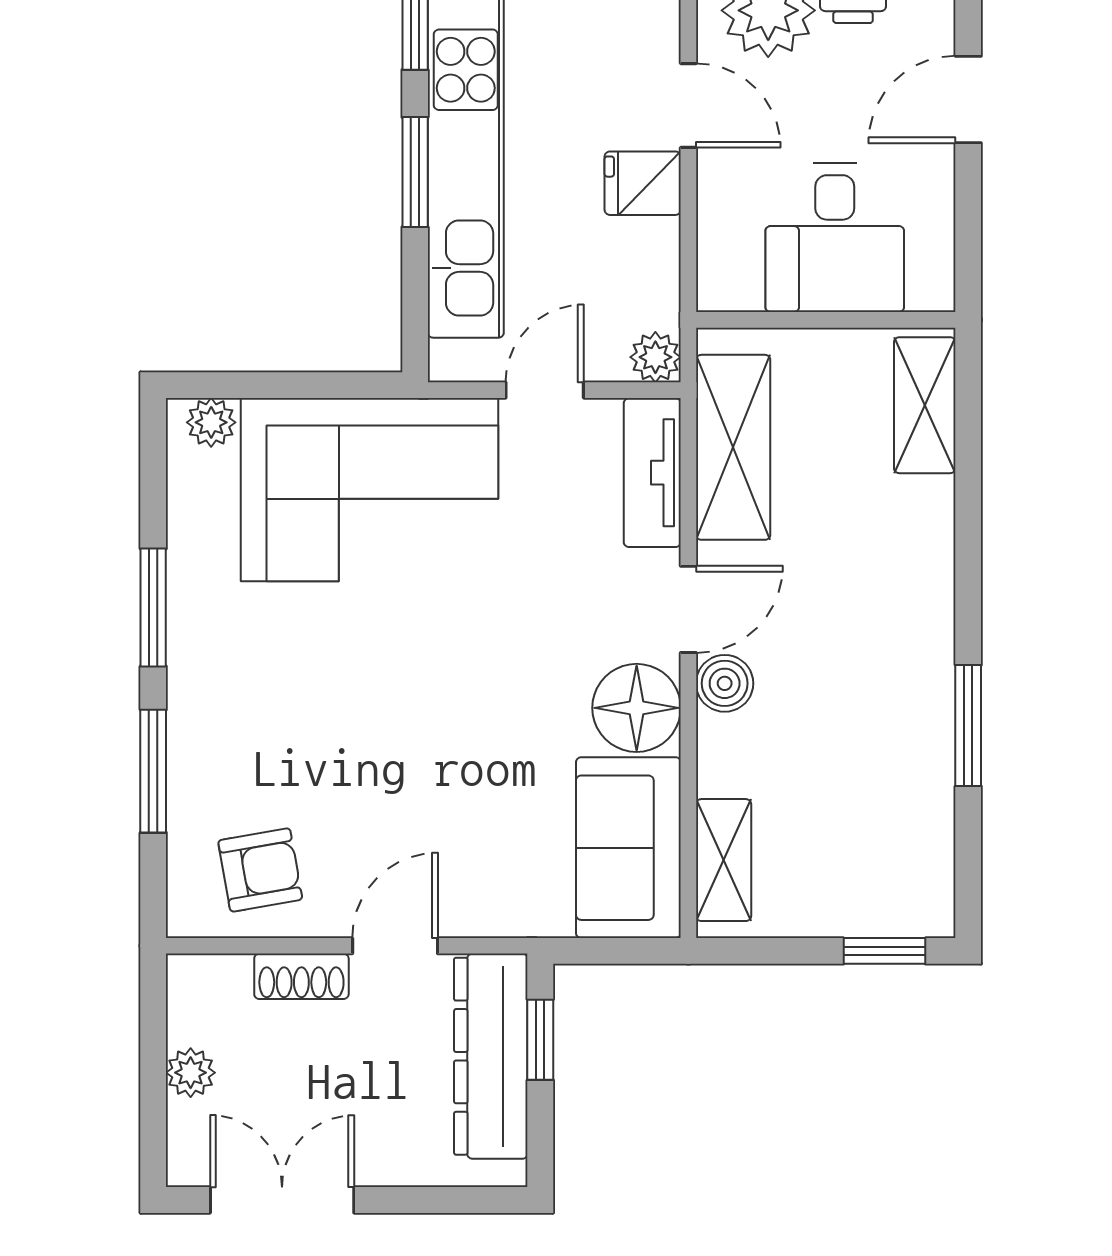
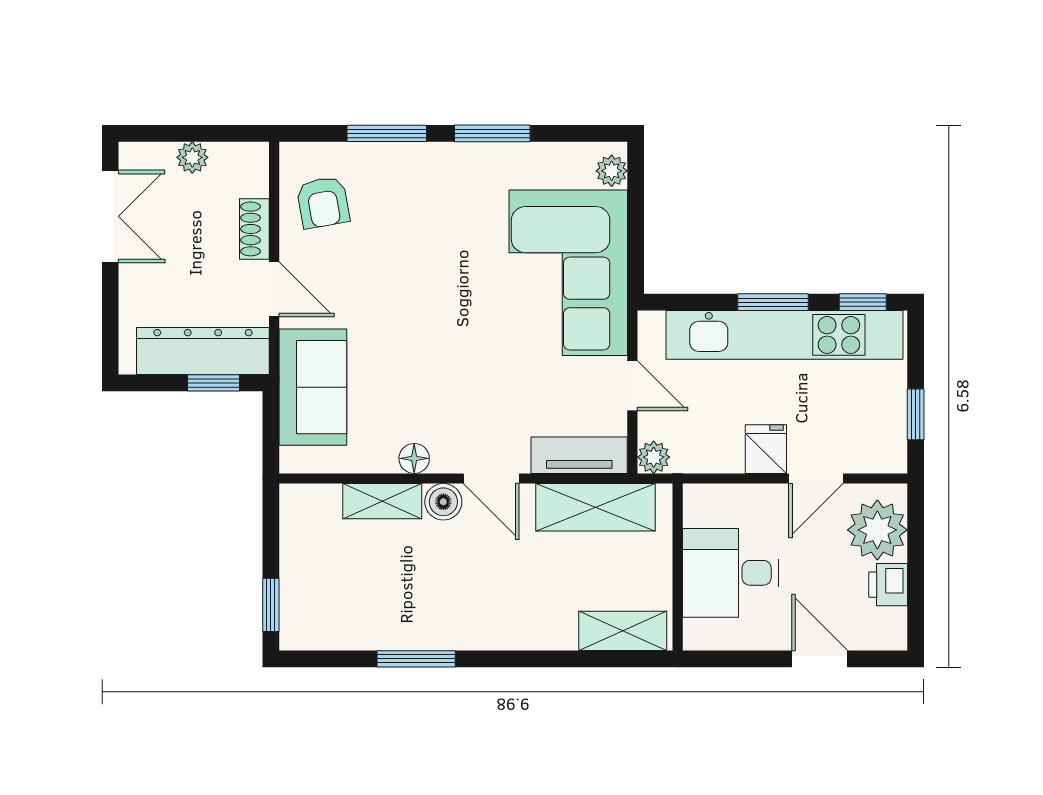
floor lamp: (637, 708) -> (414, 458), width x0.53, depth x0.53
sofa: (628, 848) -> (313, 387), moved, turned 90
shelving: (724, 860) -> (382, 501), moved

